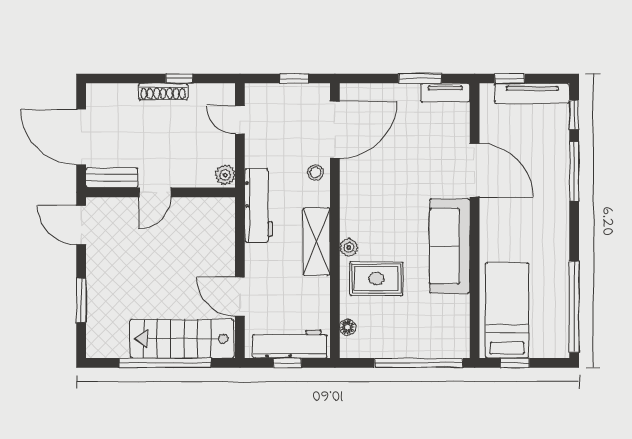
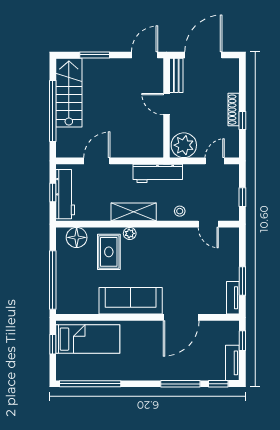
tv unit: (532, 93) -> (232, 363), width x0.71
door: (335, 130) -> (208, 224), width x0.53
plant: (225, 175) -> (184, 145), width x1.87, depth x1.87
floor lamp: (348, 327) -> (77, 237), width x1.89, depth x1.89
stairs: (182, 339) -> (69, 93), moved

